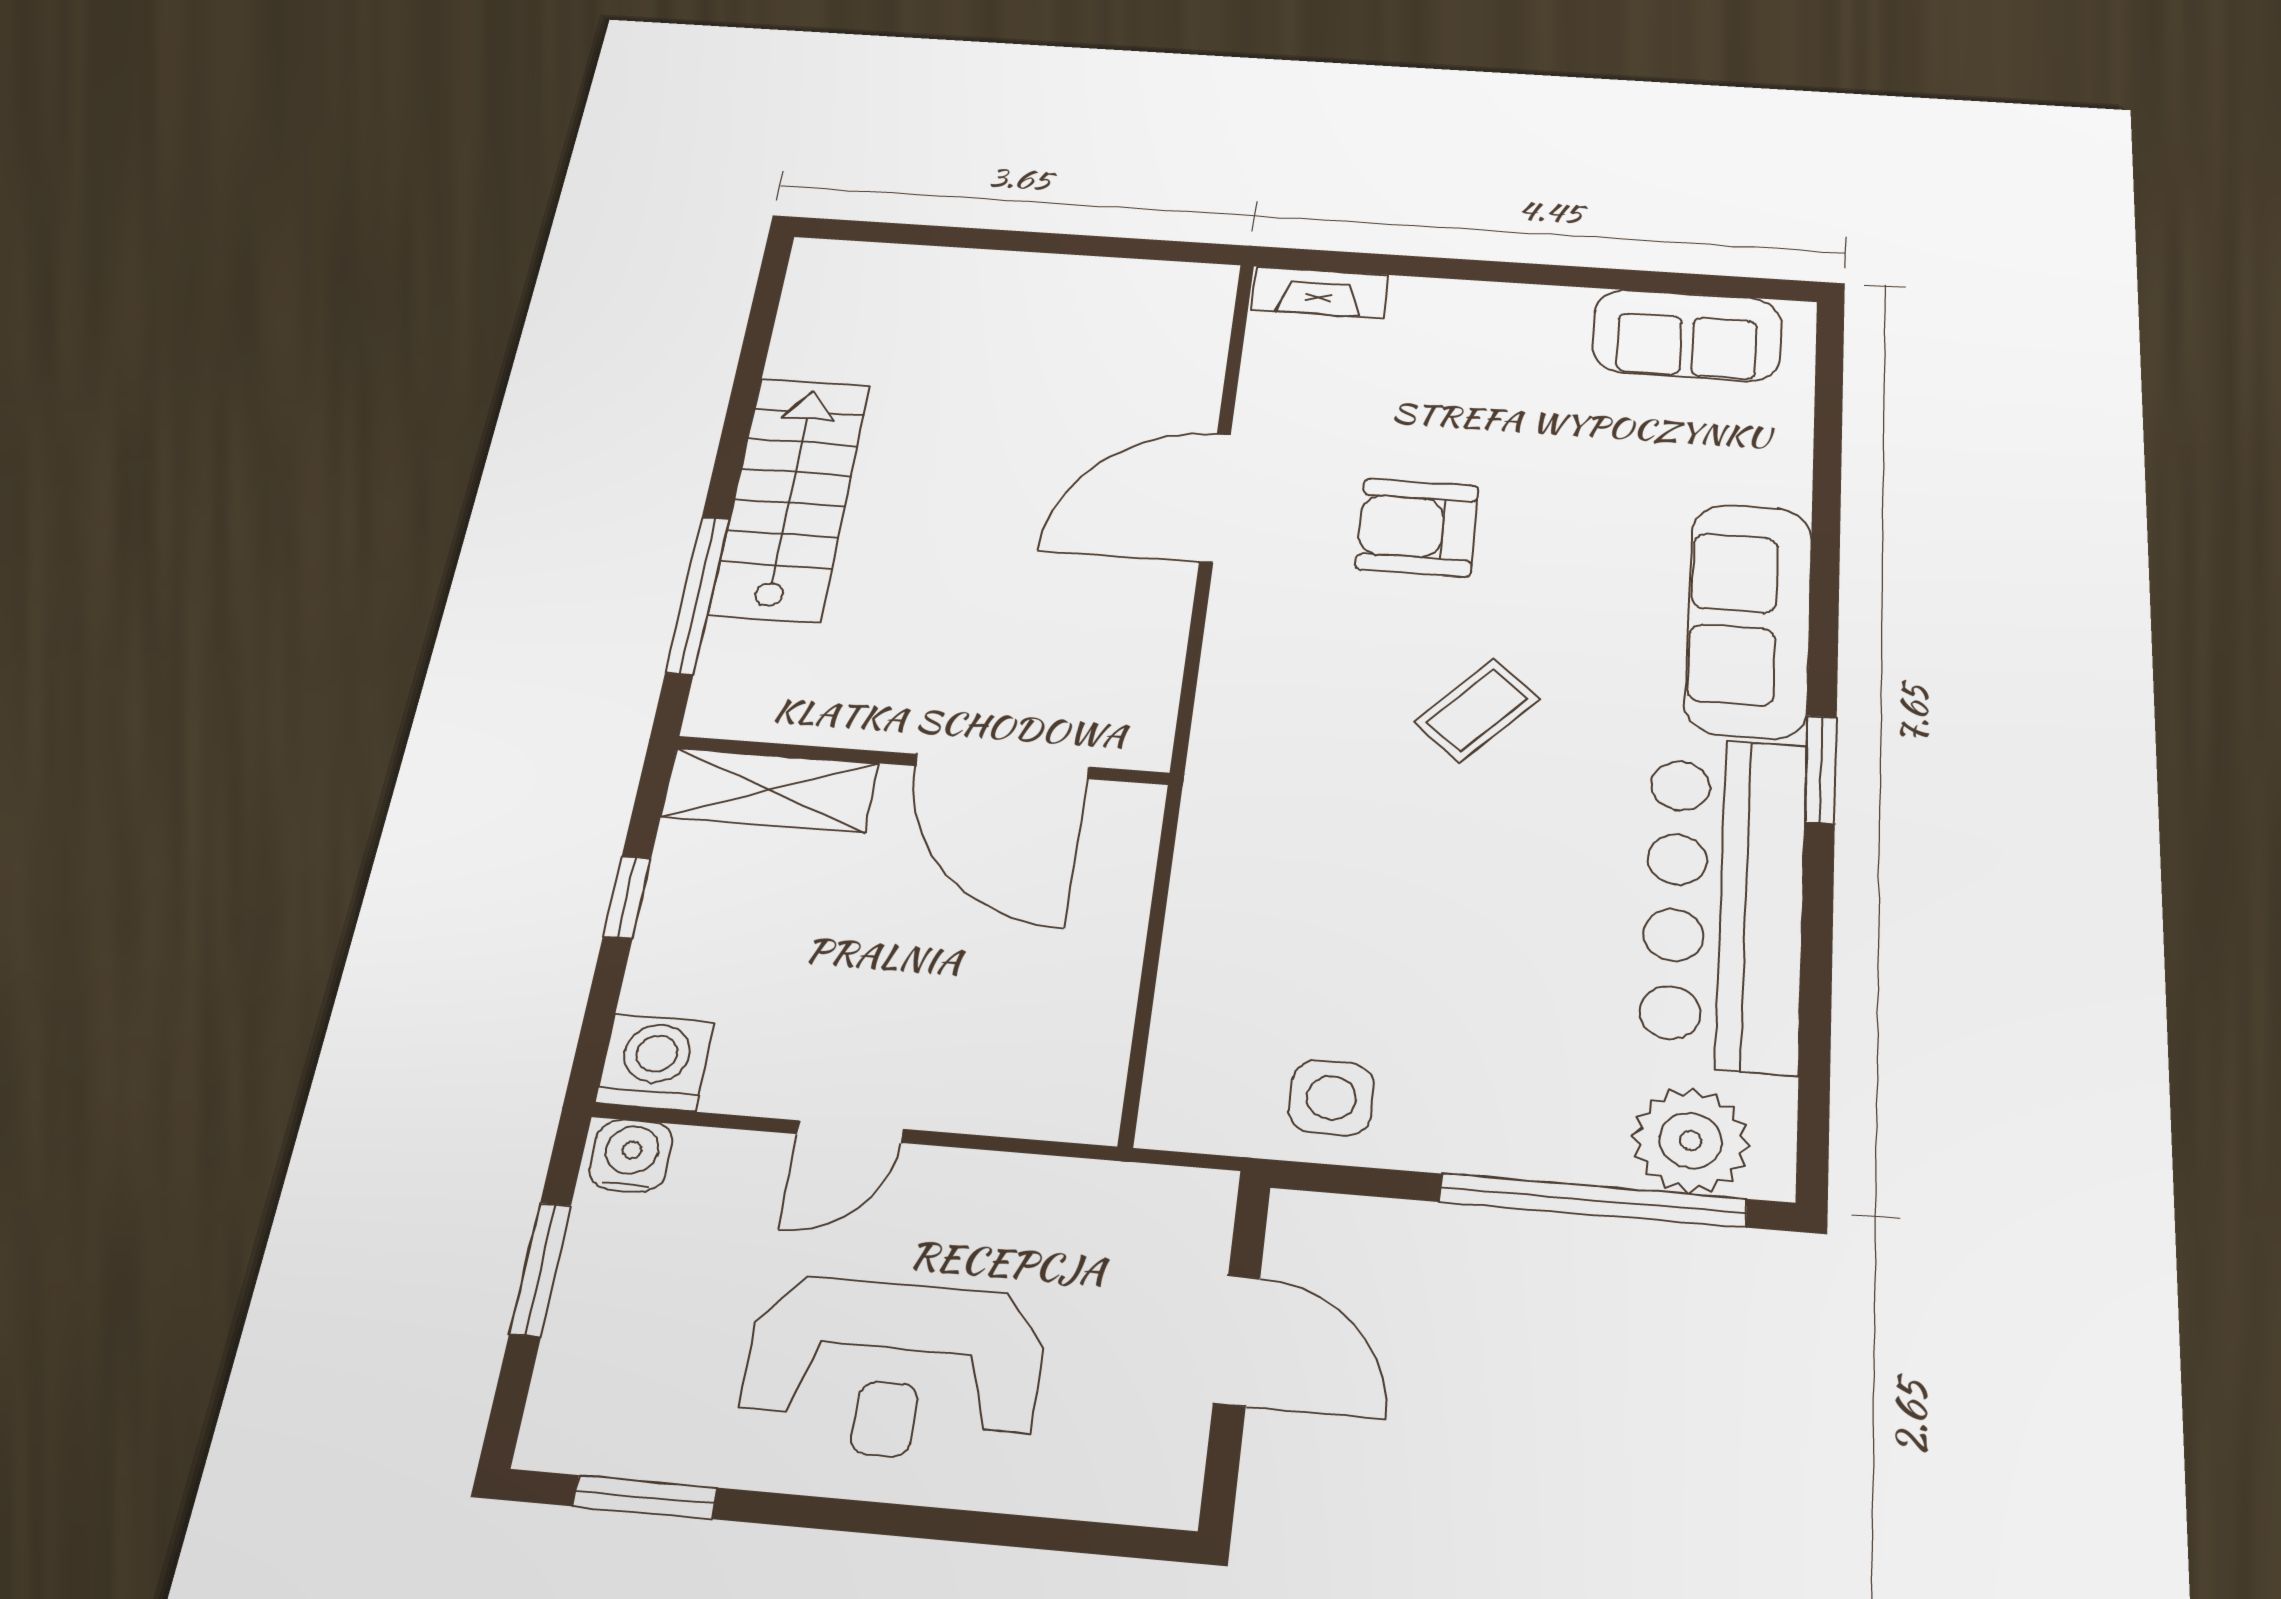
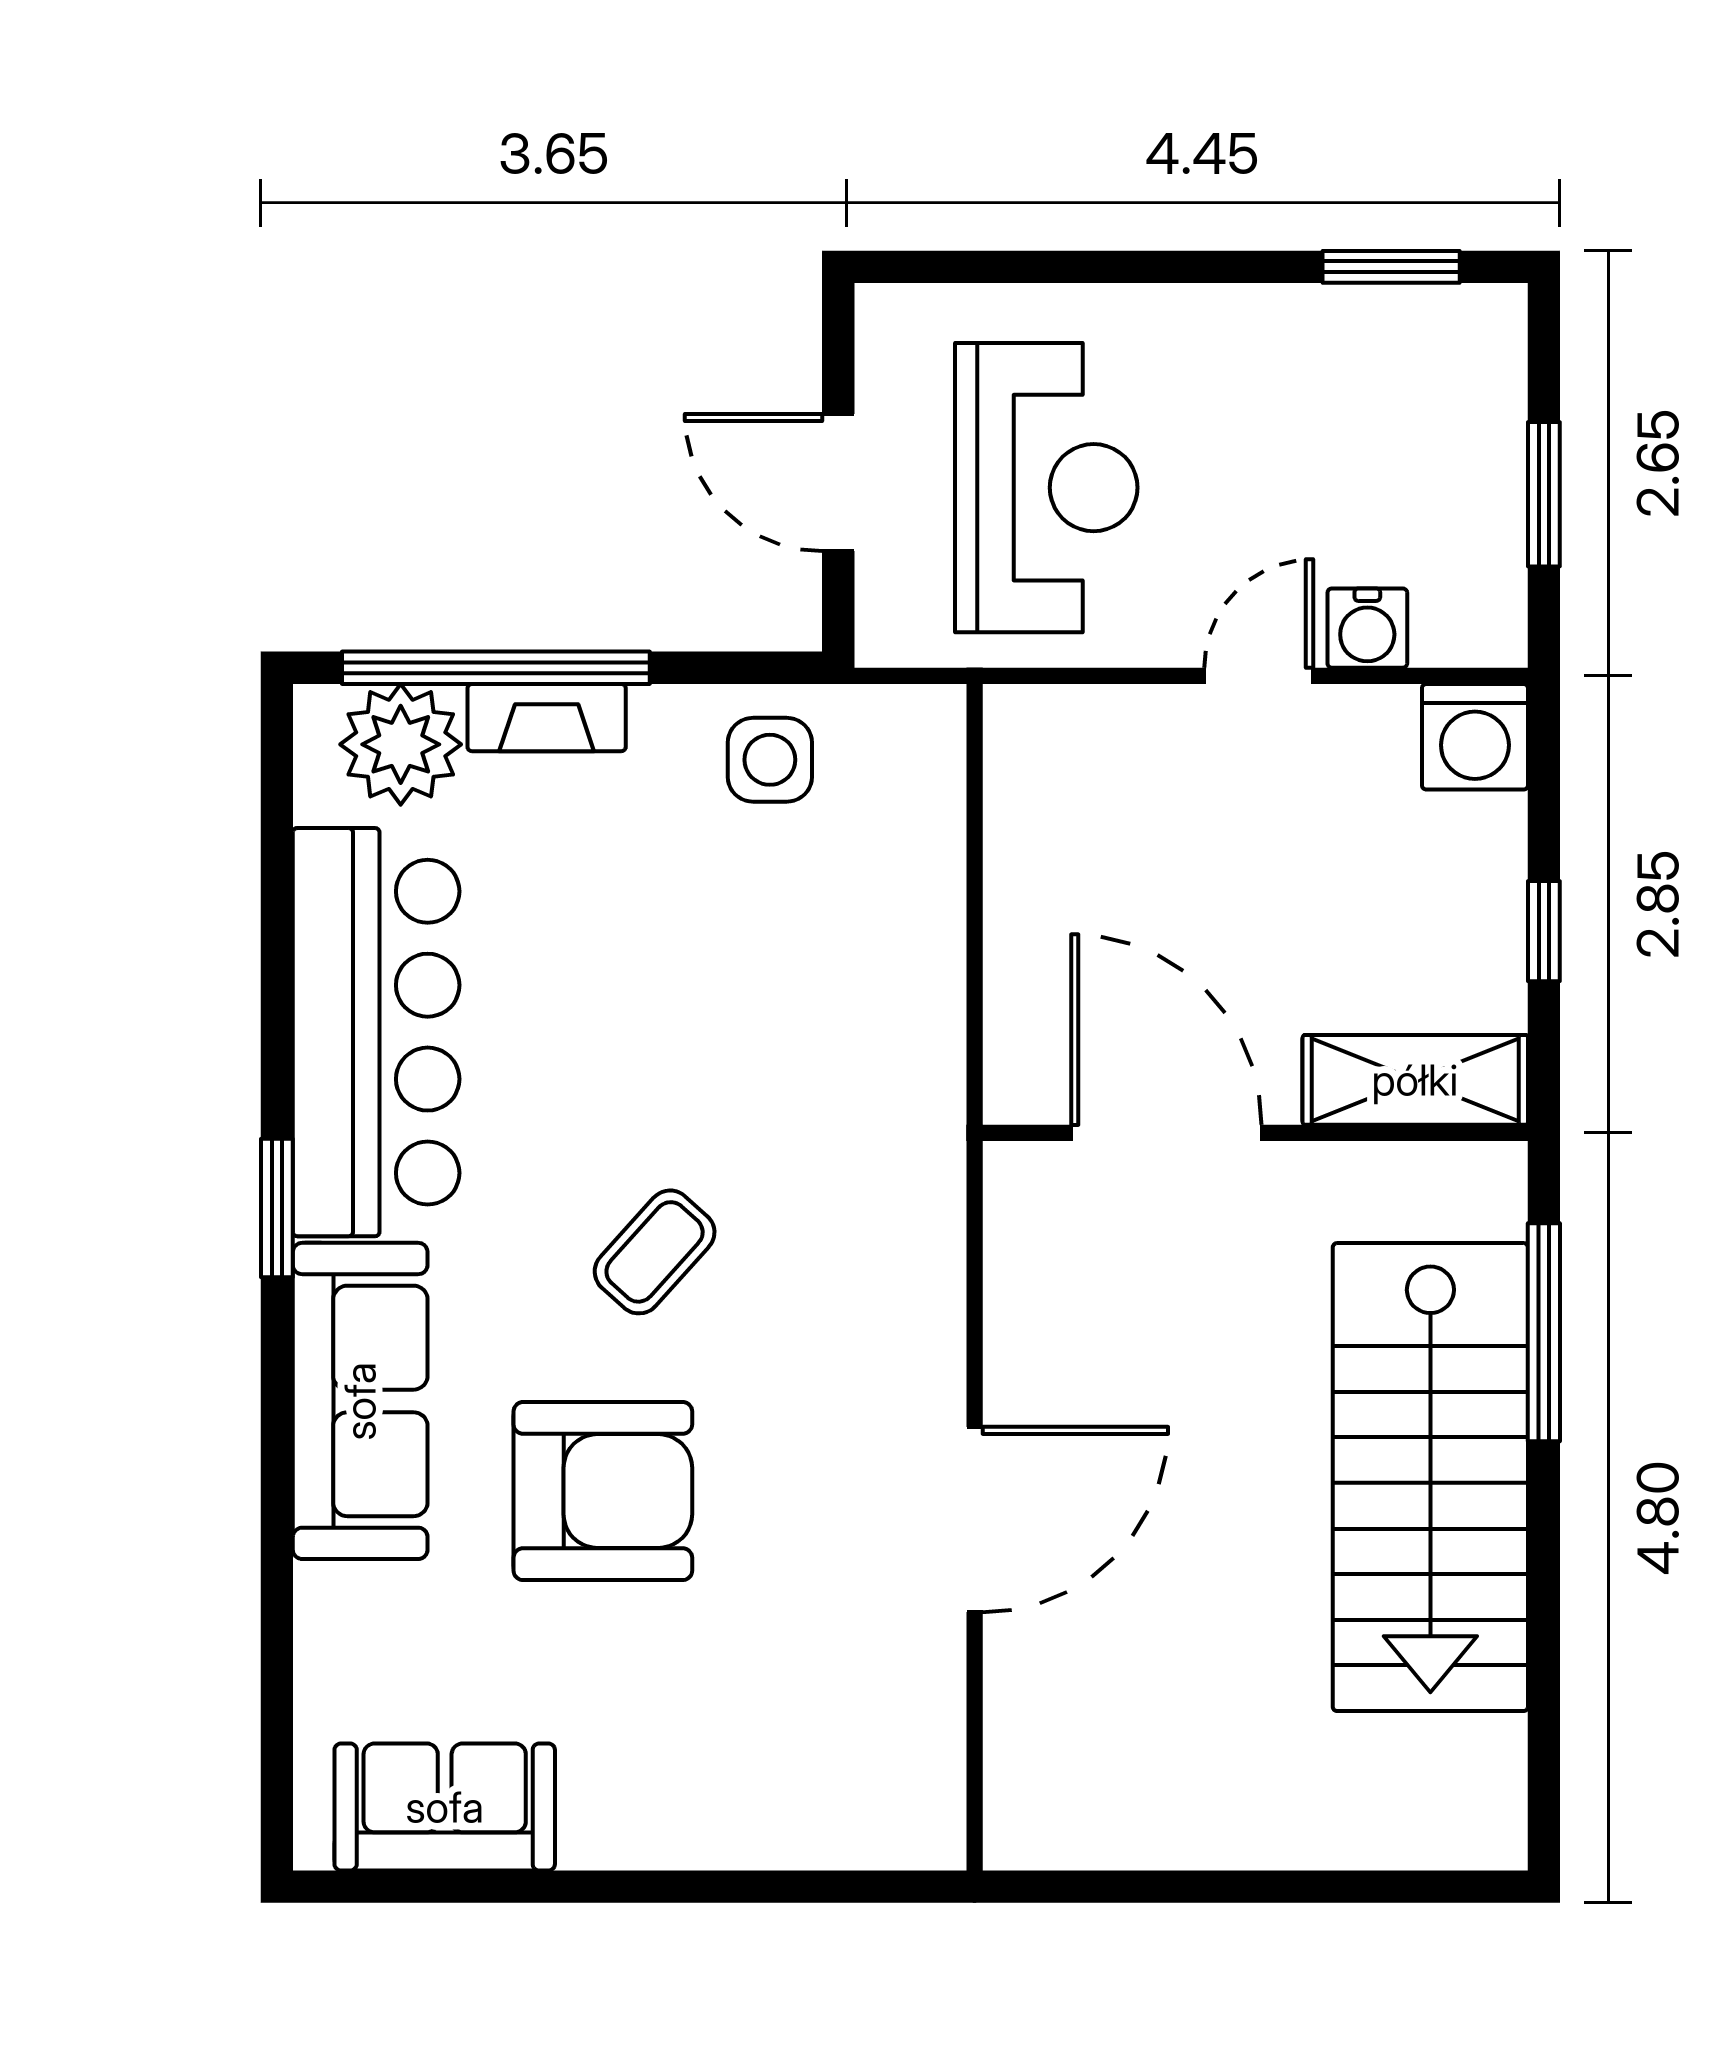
fireplace: (1320, 292) -> (547, 718), moved, turned 180
stairs: (790, 498) -> (1430, 1477), width x1.36, depth x1.51
armchair: (1417, 527) -> (603, 1491), moved, width x1.36, depth x1.36
water cooler: (631, 1156) -> (1367, 628), moved
reception desk: (893, 1369) -> (1046, 488), moved, turned 90

